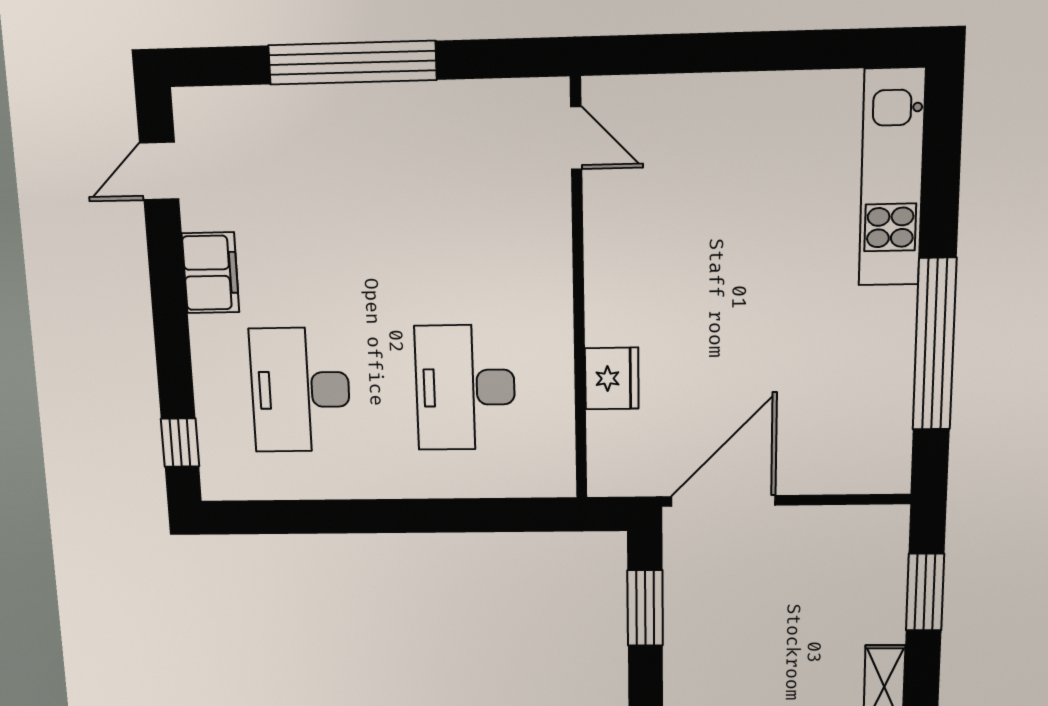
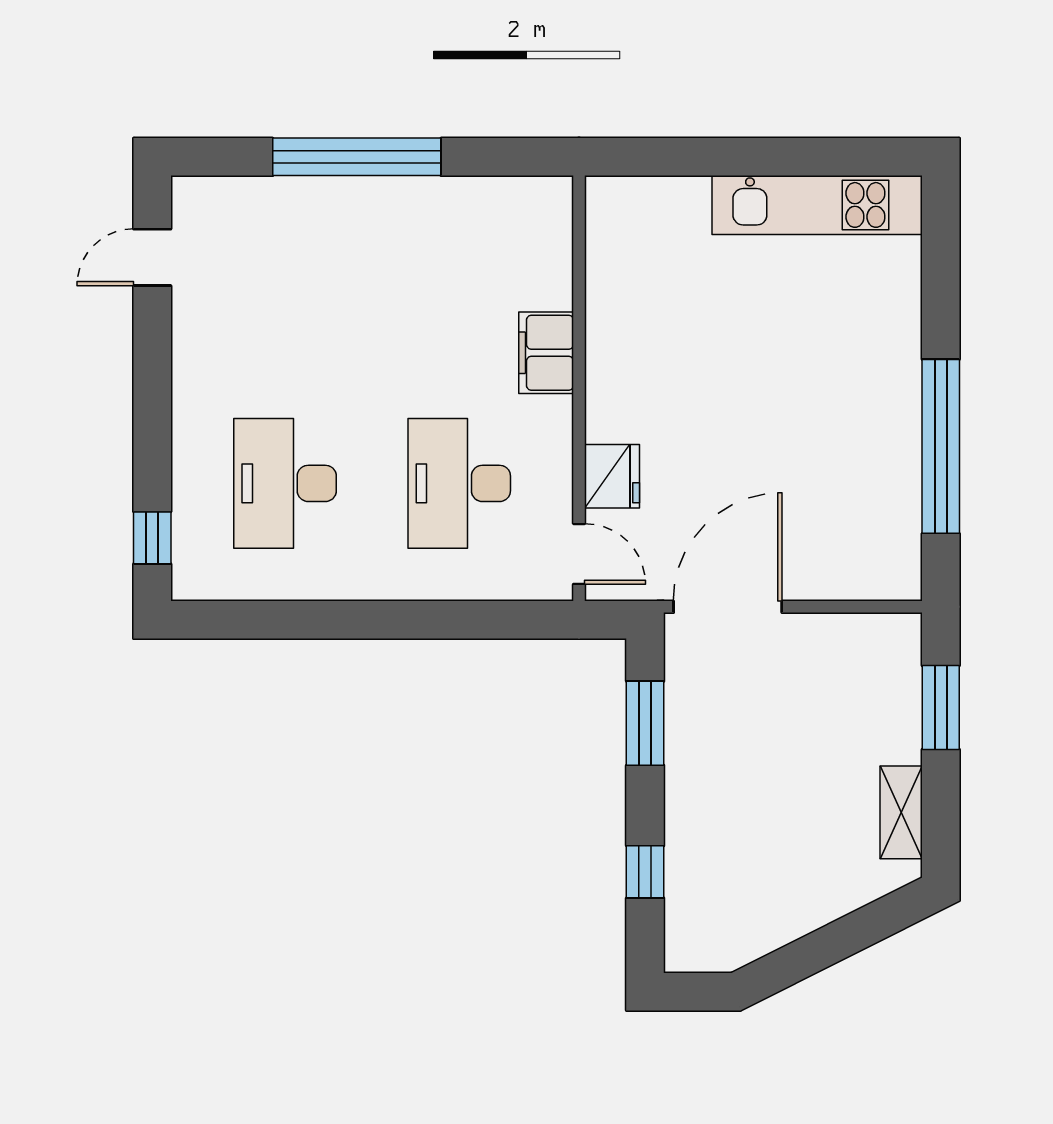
door: (576, 138) -> (579, 554), moved
kitchen unit: (892, 178) -> (817, 205), moved, turned -90
filing cabinet: (211, 273) -> (546, 353), moved, turned 180

